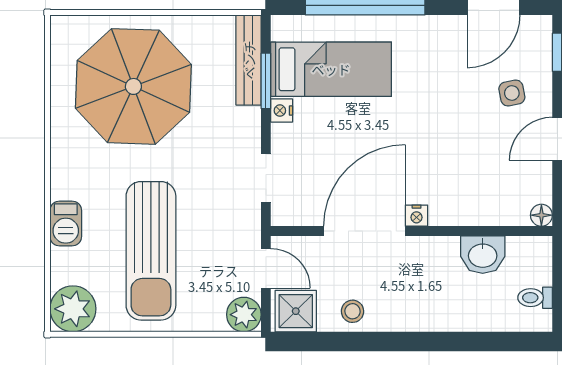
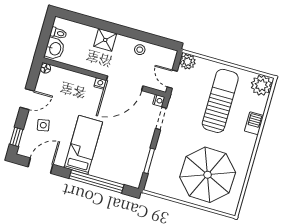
bench: (249, 60) -> (154, 172), removed
bed: (331, 69) -> (83, 145), moved, turned 90
nightstand: (282, 111) -> (159, 101), moved
washbasin: (483, 255) -> (55, 49), moved, turned 90
shower: (296, 311) -> (105, 40), moved

